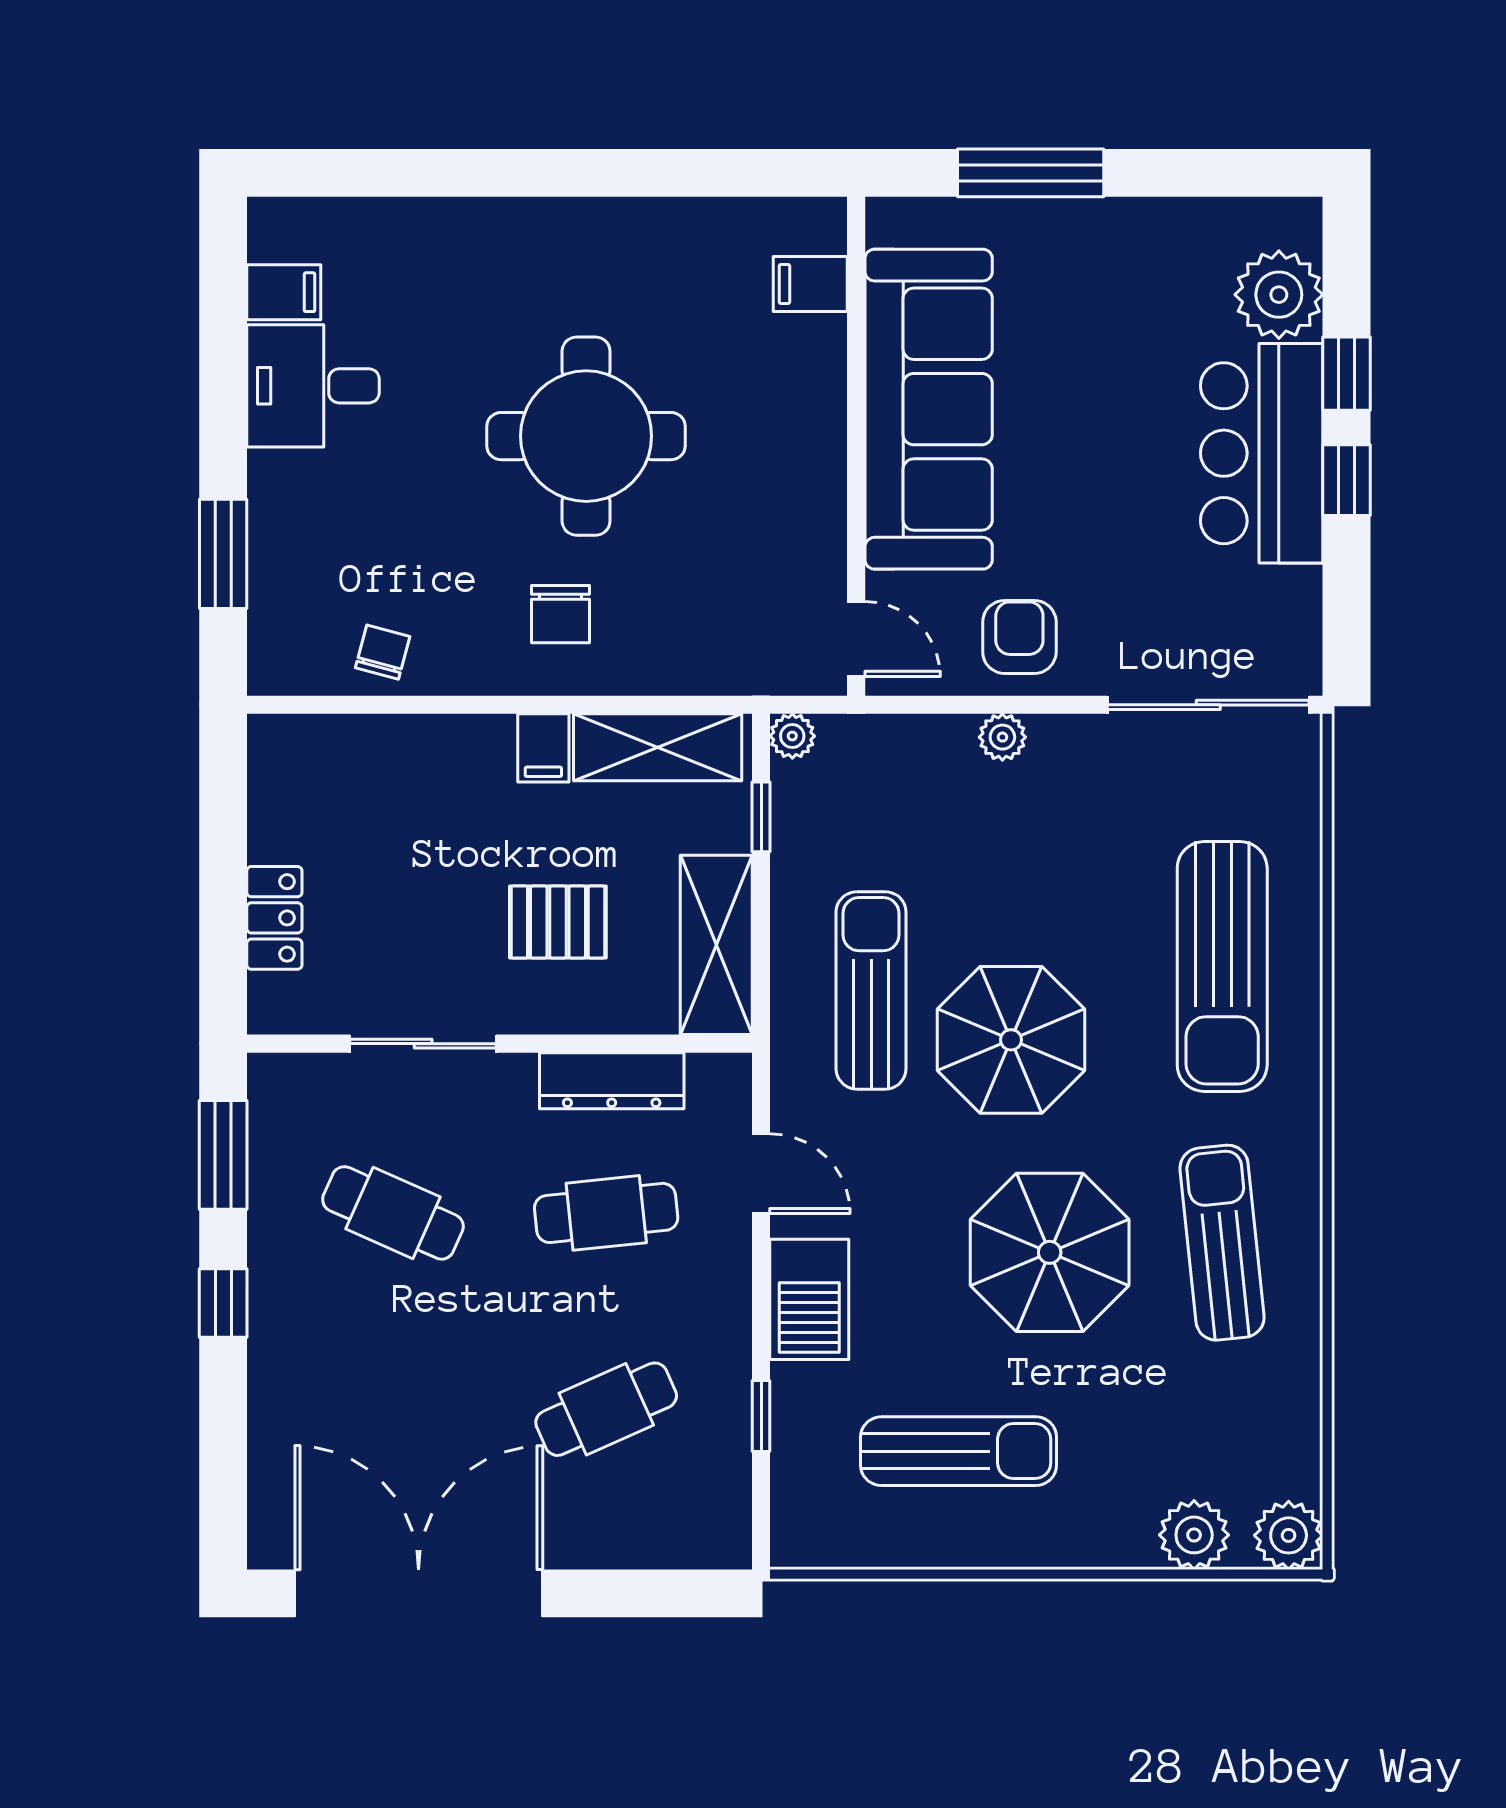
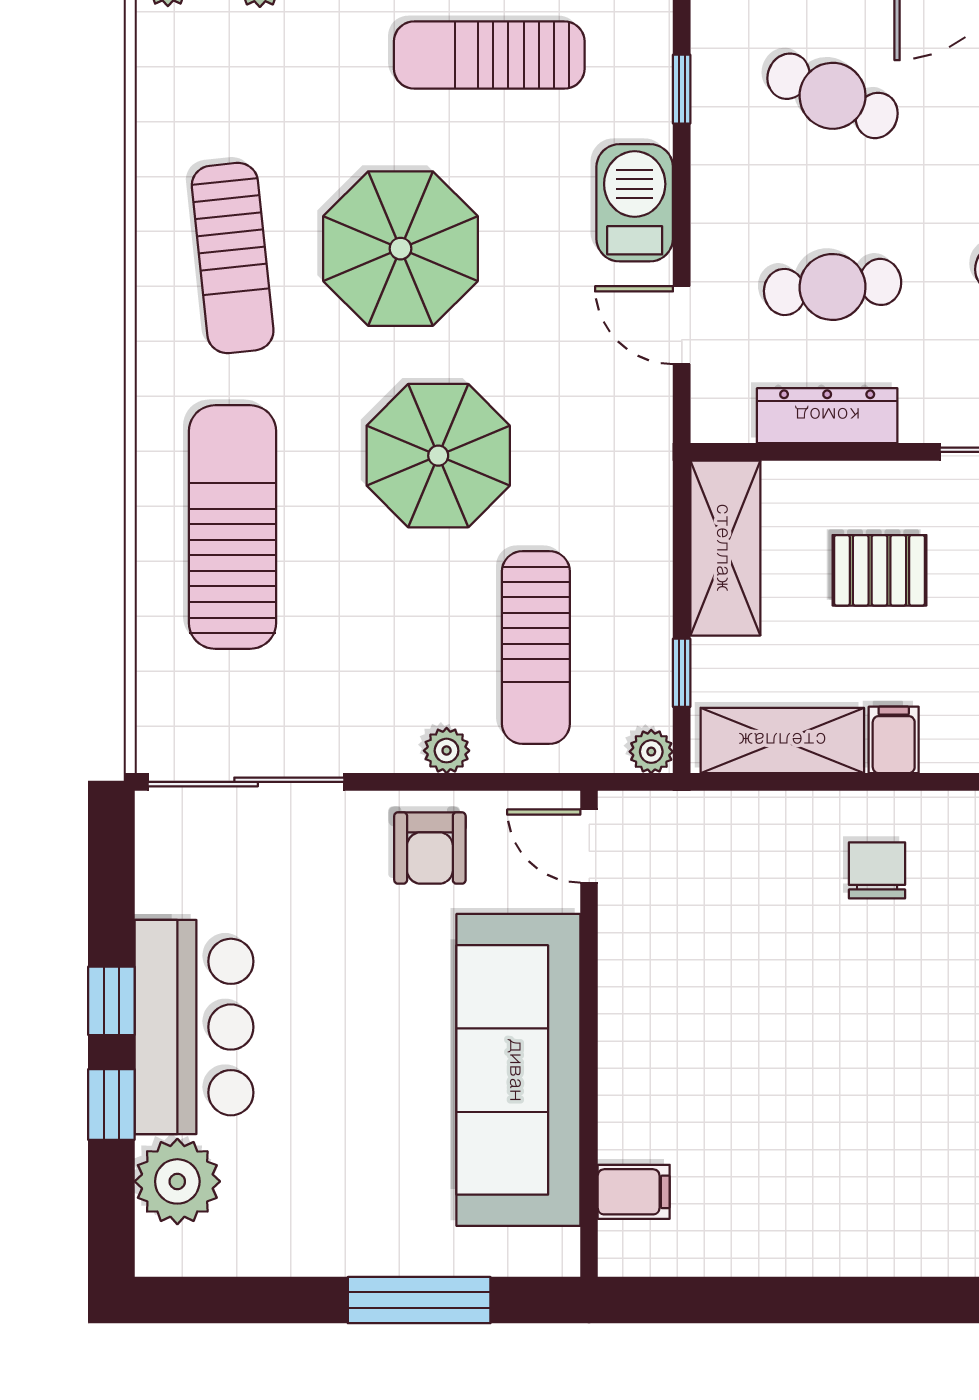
round table: (586, 436) -> (852, 1044), removed
sun lounger: (871, 990) -> (536, 647), moved
cafe table: (606, 1409) -> (833, 96), turned 48

